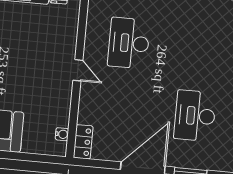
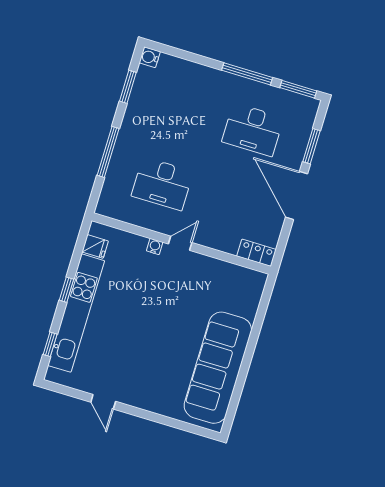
water cooler: (62, 134) -> (155, 246), moved

